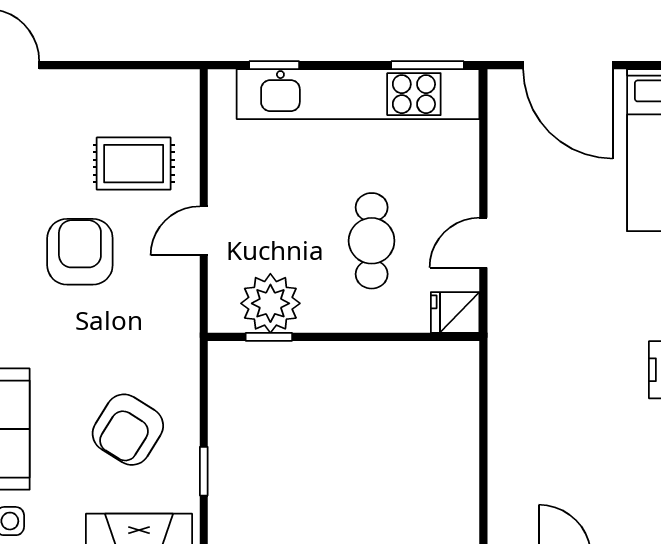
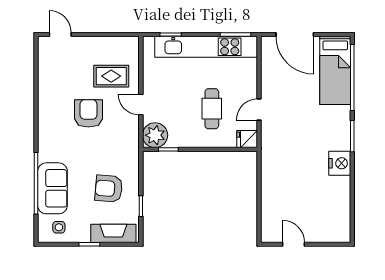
door: (204, 231) -> (141, 105), hinge flipped
plant: (270, 303) -> (155, 135), moved
armchair: (128, 430) -> (109, 189), turned 63

